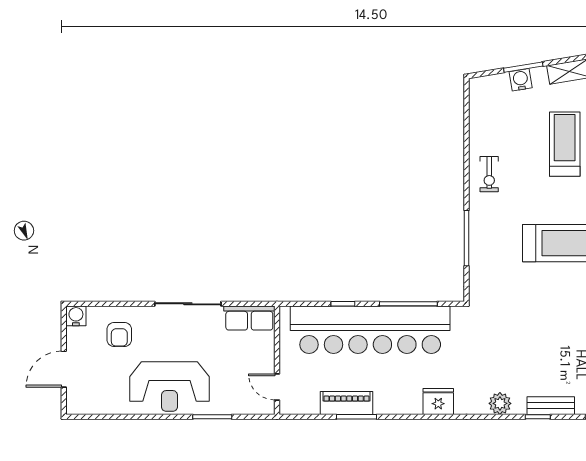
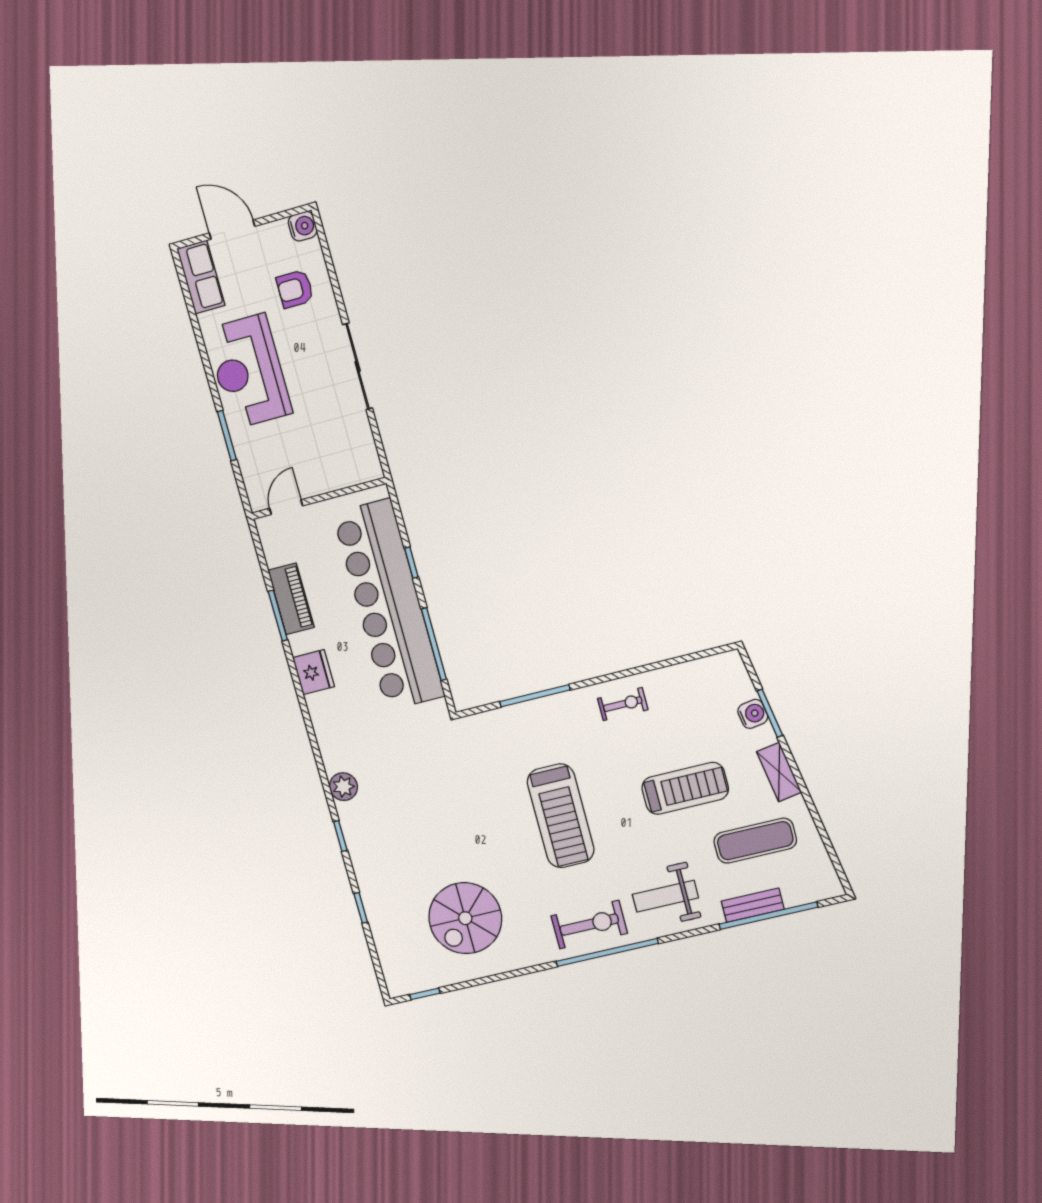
exercise bike: (489, 174) -> (623, 704), turned 180
row of seats: (249, 318) -> (201, 277), moved, turned 180
fridge: (438, 402) -> (314, 672), moved
bench: (551, 406) -> (358, 849), removed

